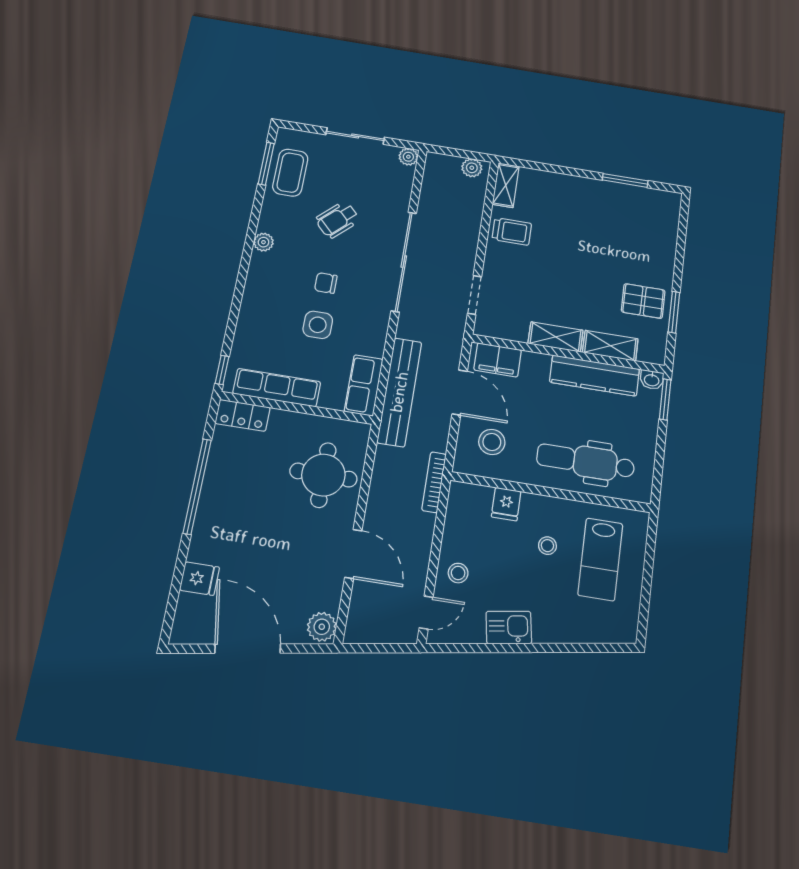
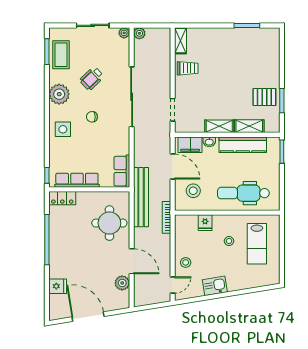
plant: (472, 168) -> (139, 33), moved
plant: (263, 242) -> (59, 94), width x1.87, depth x1.87
side table: (318, 325) -> (63, 129), moved
washbasin: (652, 380) -> (209, 142), moved
bench: (399, 392) -> (141, 197), moved
plant: (322, 627) -> (122, 283), moved

